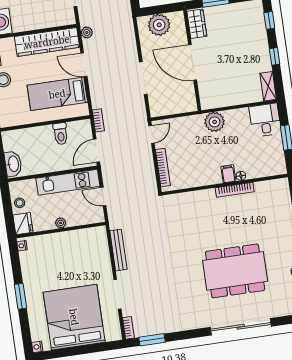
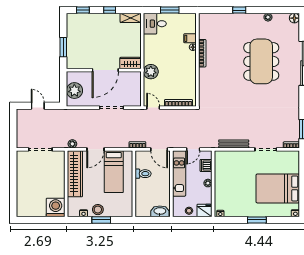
wardrobe: (197, 24) -> (130, 63), moved
plant: (215, 122) -> (151, 72), moved
filing cabinet: (228, 174) -> (190, 38), moved
dishwasher: (84, 217) -> (206, 166), added
bed: (74, 317) -> (278, 188), width x0.73

